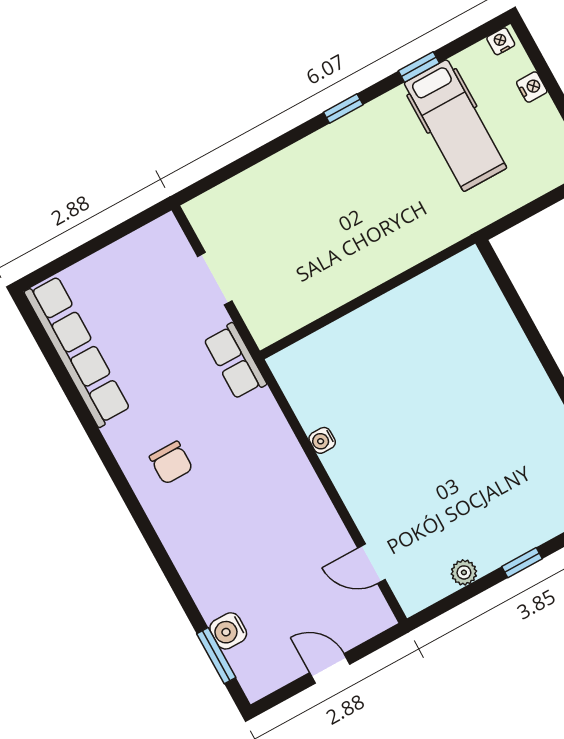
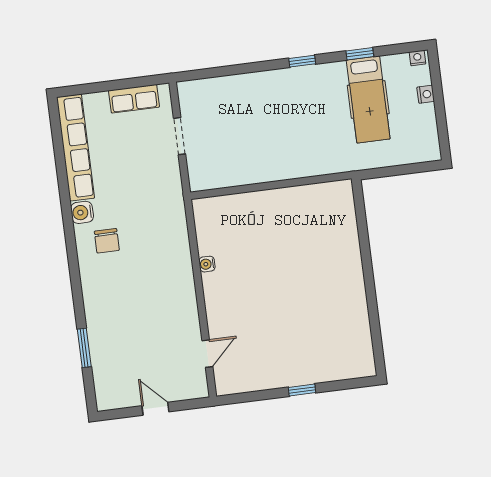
row of seats: (235, 361) -> (134, 99), moved, turned -90
door: (372, 564) -> (207, 354), swing flipped
plant: (464, 572) -> (263, 382), removed
water cooler: (228, 631) -> (82, 212), moved
window: (216, 656) -> (84, 348), moved

